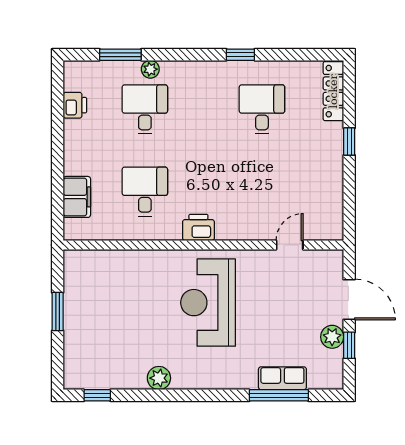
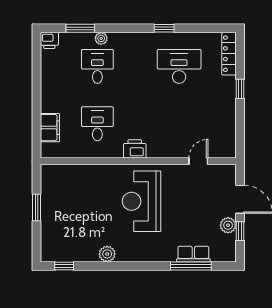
printer: (75, 105) -> (49, 40), moved, turned 90
desk: (262, 109) -> (179, 66), width x1.37

